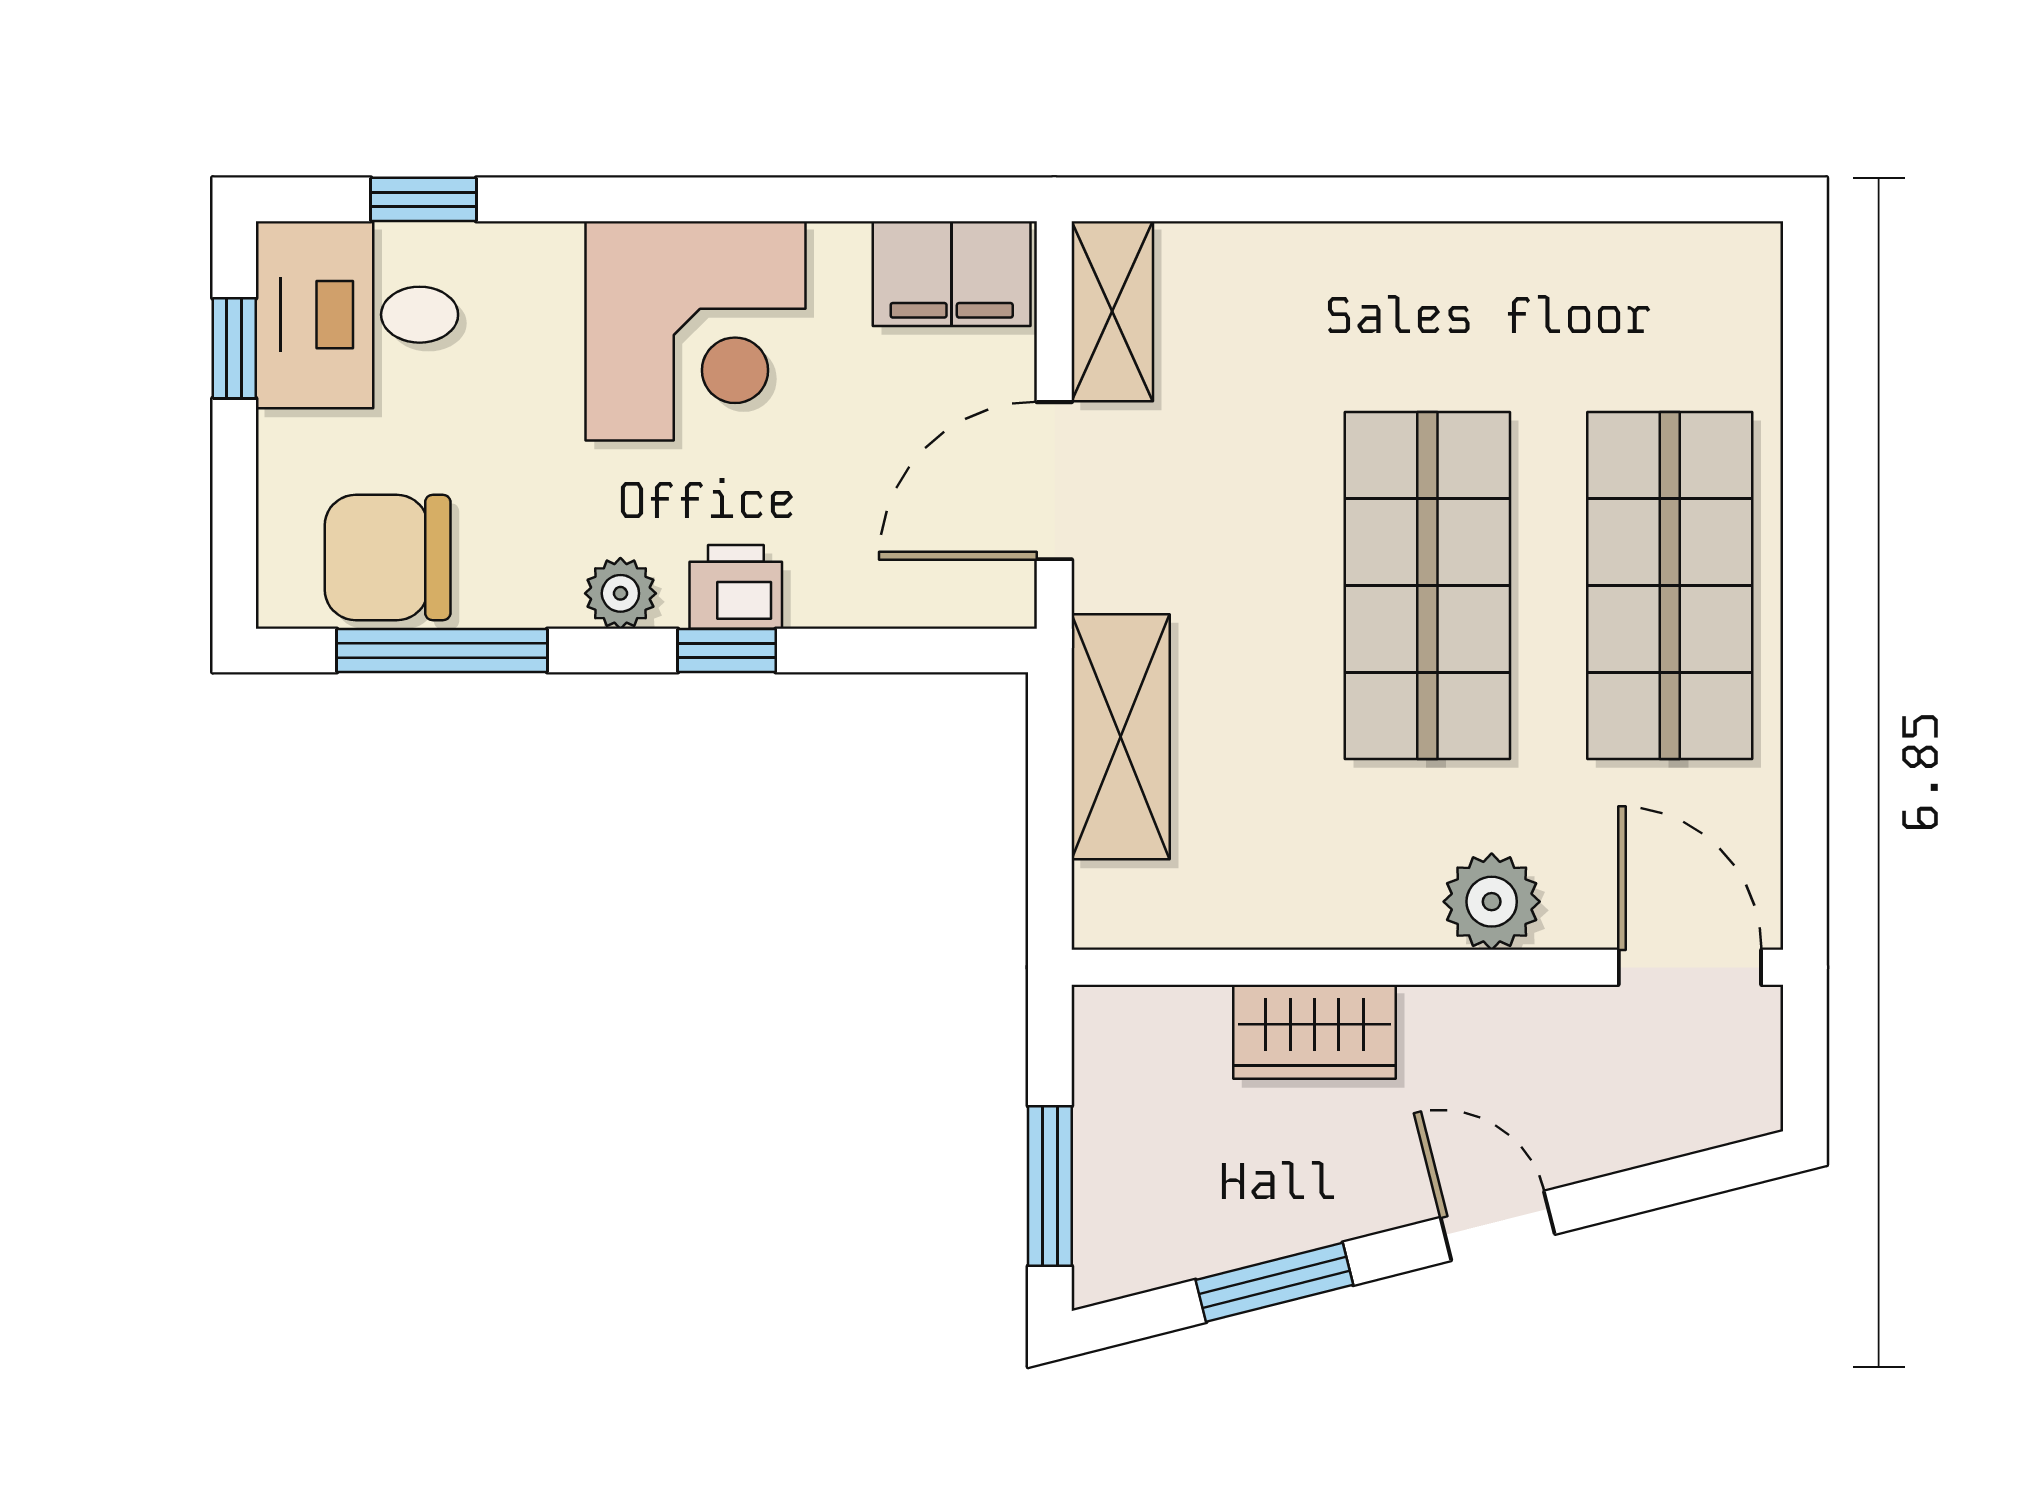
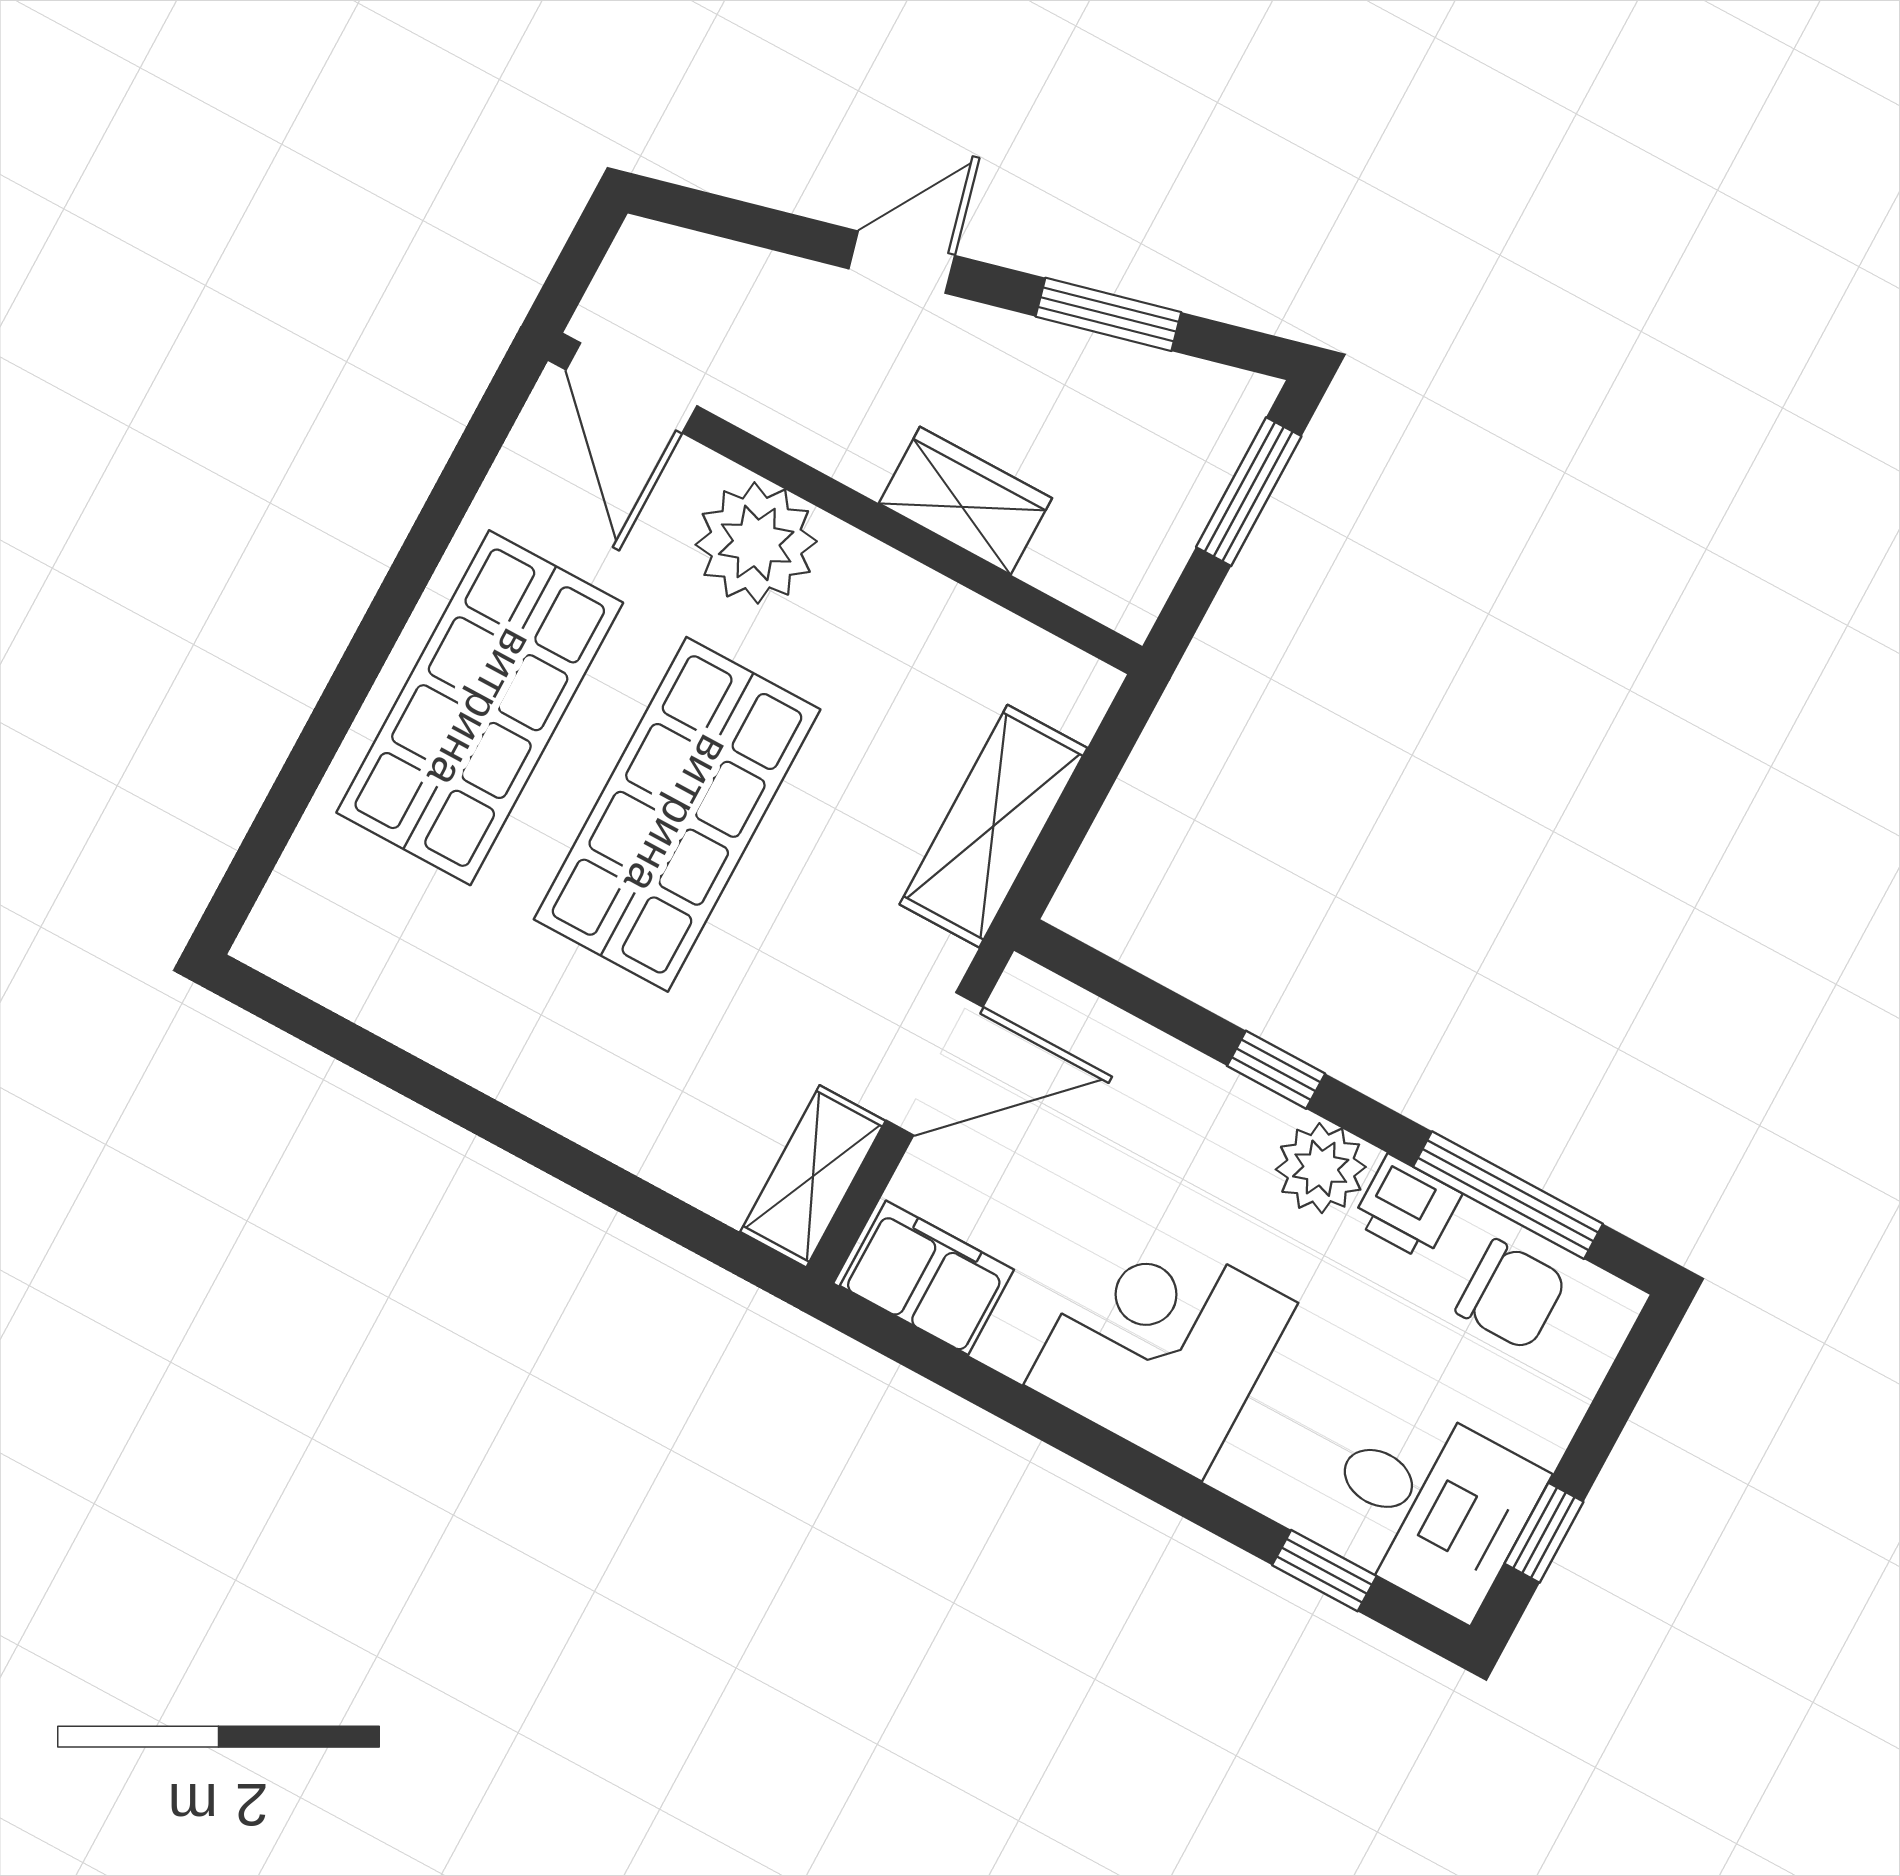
chair: (388, 558) -> (1511, 1295), width x0.73, depth x0.73
printer: (736, 587) -> (1407, 1207), moved
plant: (620, 593) -> (1321, 1168), width x1.38, depth x1.38
plant: (1492, 902) -> (756, 543), width x1.36, depth x1.36
door: (1498, 1226) -> (902, 262), swing flipped

